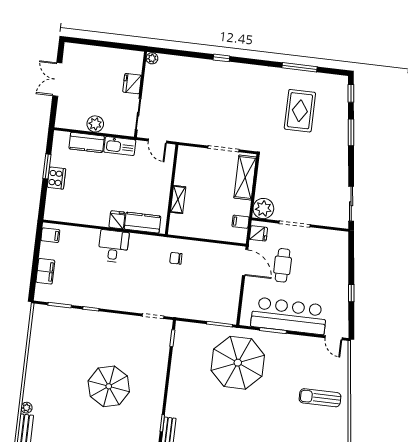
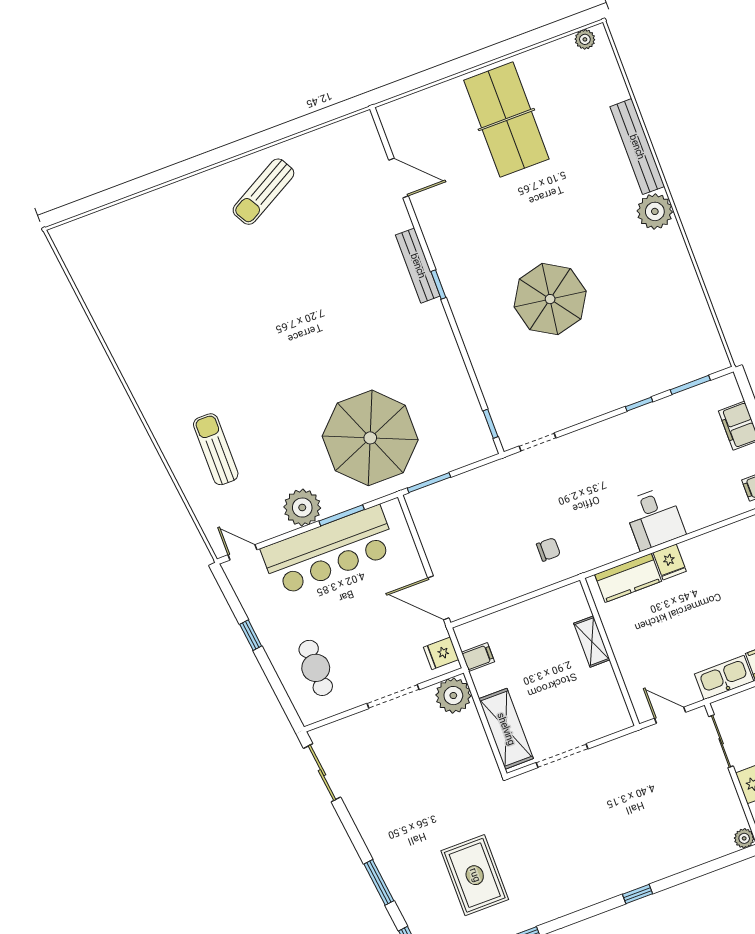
cafe table: (283, 265) -> (316, 668), moved
plant: (291, 345) -> (302, 508), added
sun lounger: (320, 398) -> (216, 449), turned -90
plant: (26, 408) -> (655, 211), width x1.87, depth x1.87

